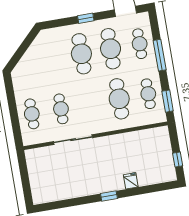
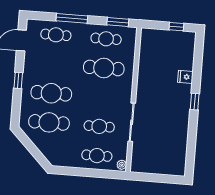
cafe table: (111, 49) -> (49, 122), moved
plant: (29, 140) -> (122, 165), added

